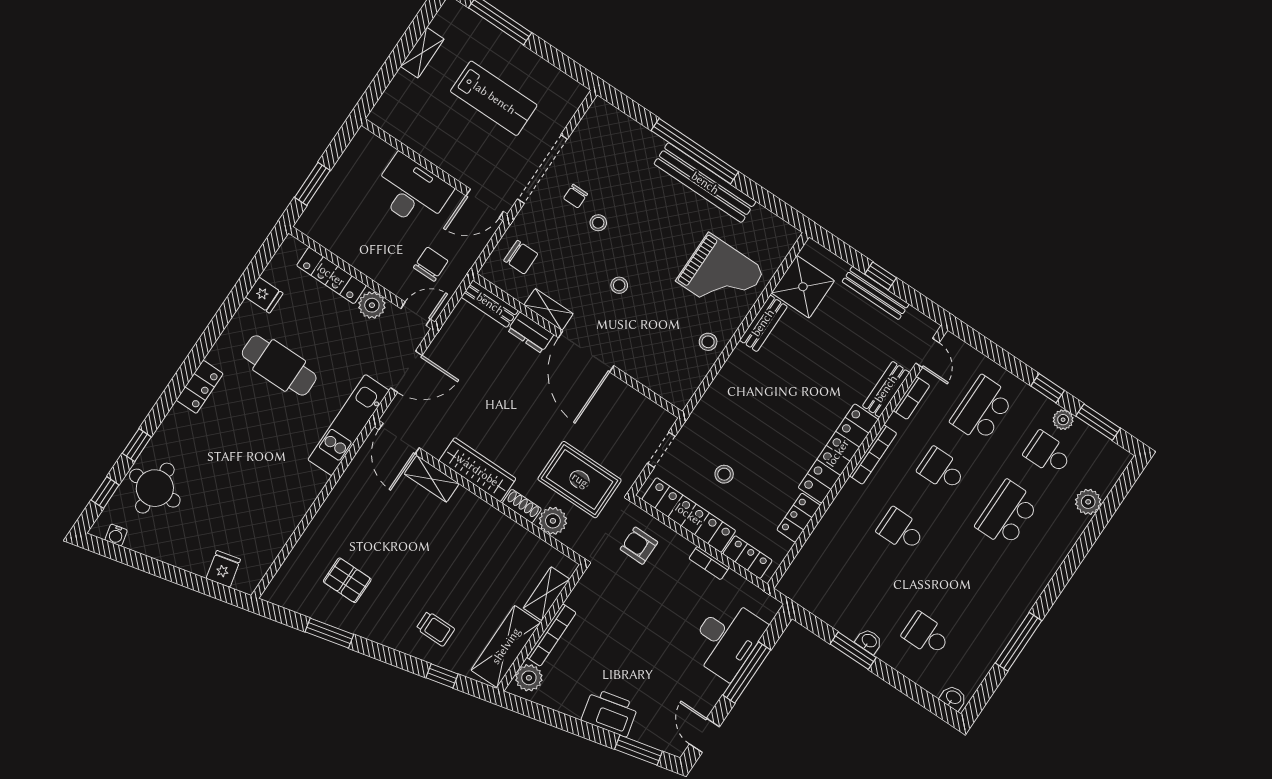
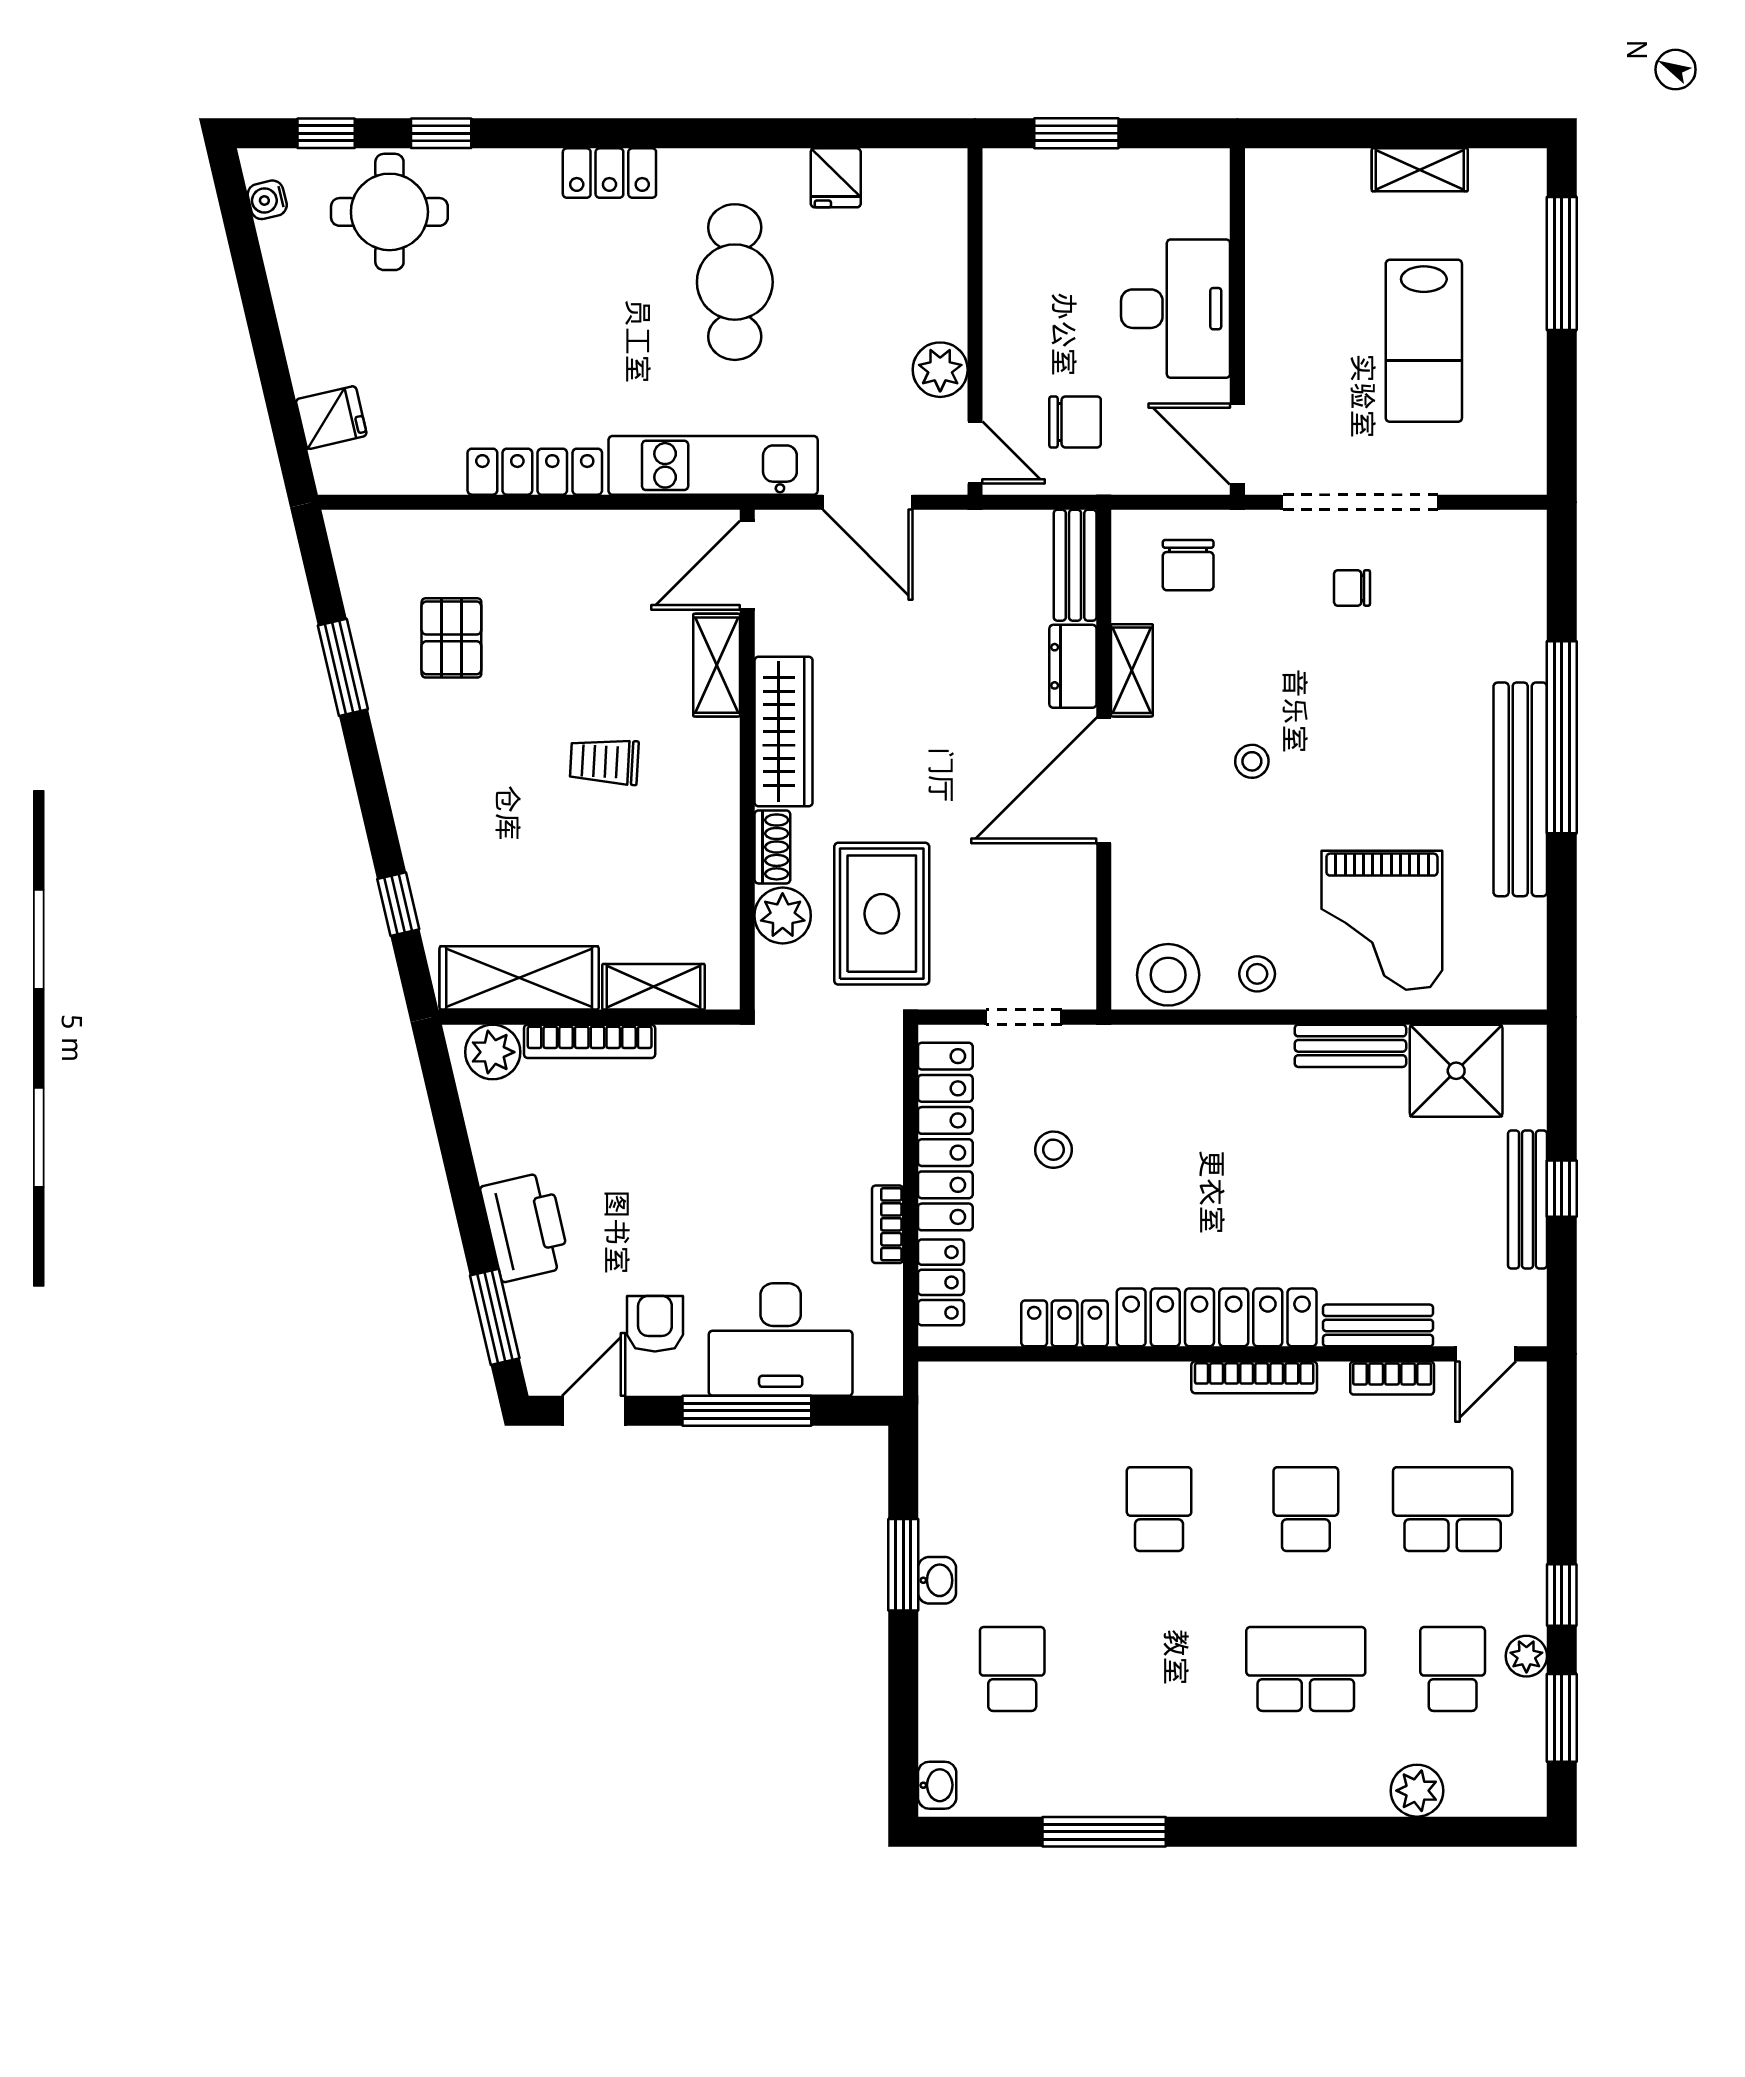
stool: (598, 223) -> (1168, 975), moved, width x1.89, depth x1.89
locker: (331, 275) -> (535, 472), moved, turned 90
armchair: (639, 546) -> (655, 1324), moved
trolley: (435, 629) -> (604, 762), moved, turned 93

